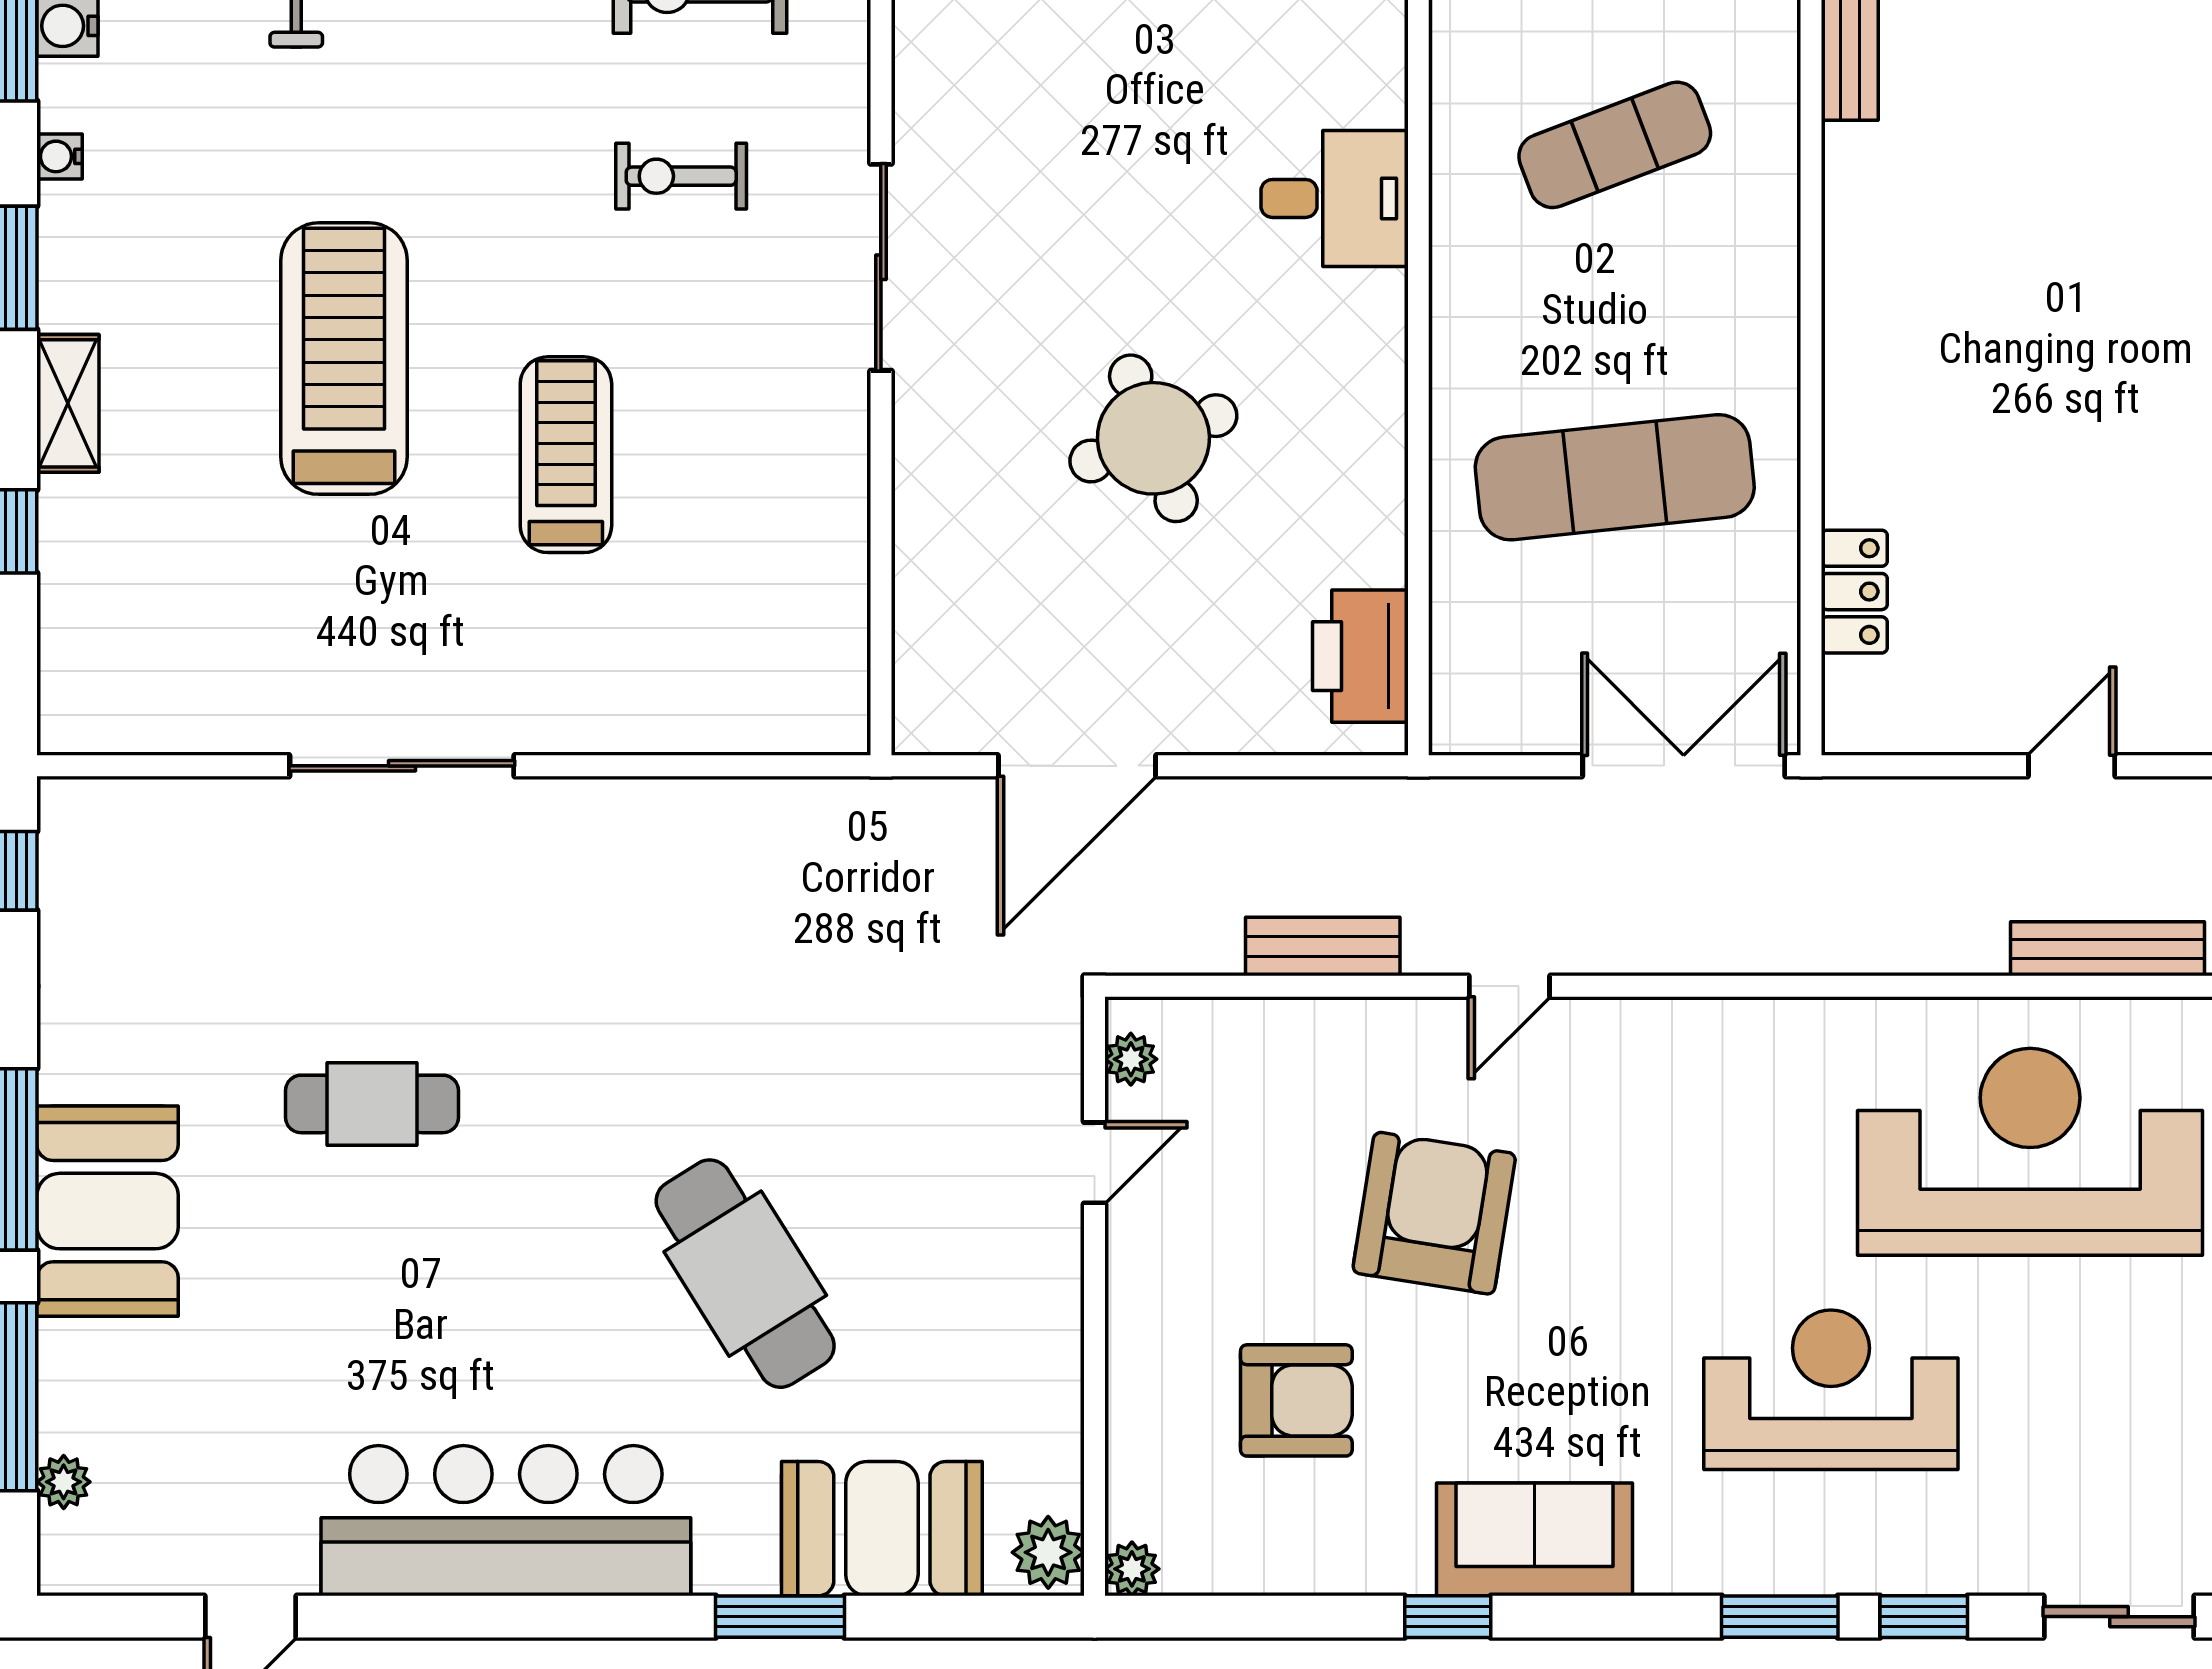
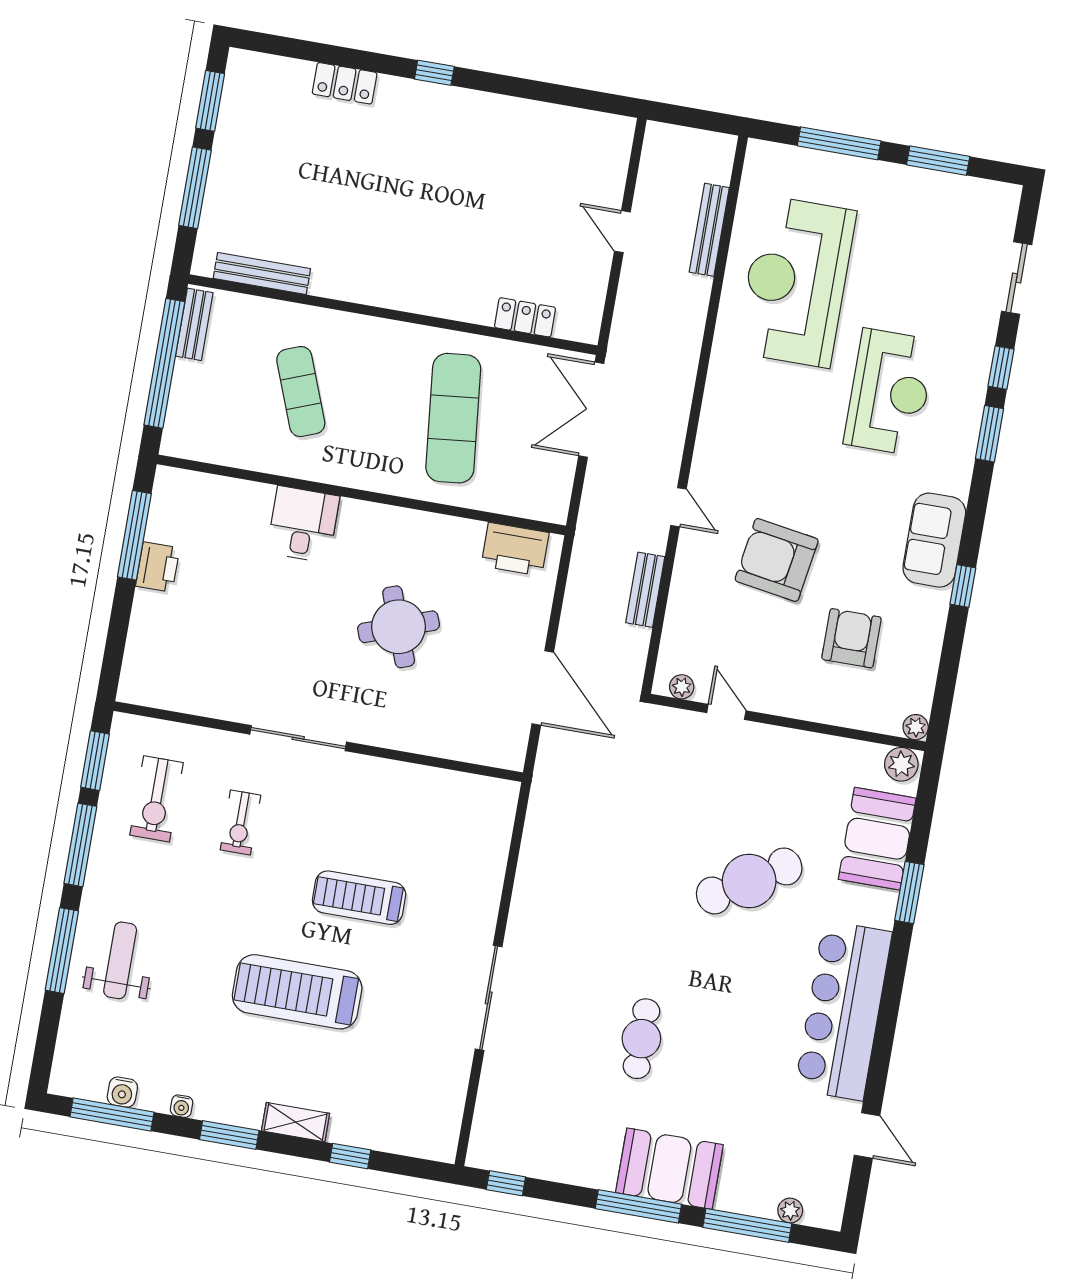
reception desk: (1831, 1390) -> (889, 392), turned 180

